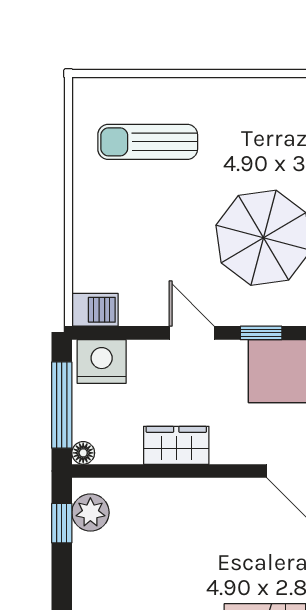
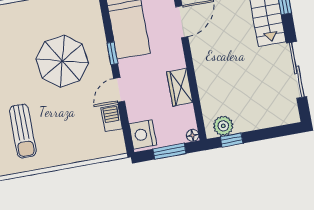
barbecue: (95, 310) -> (112, 118), moved
window: (62, 405) -> (169, 151), width x0.69

